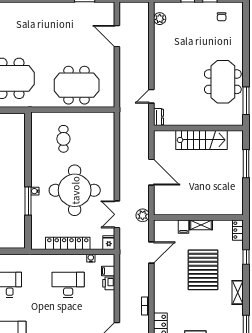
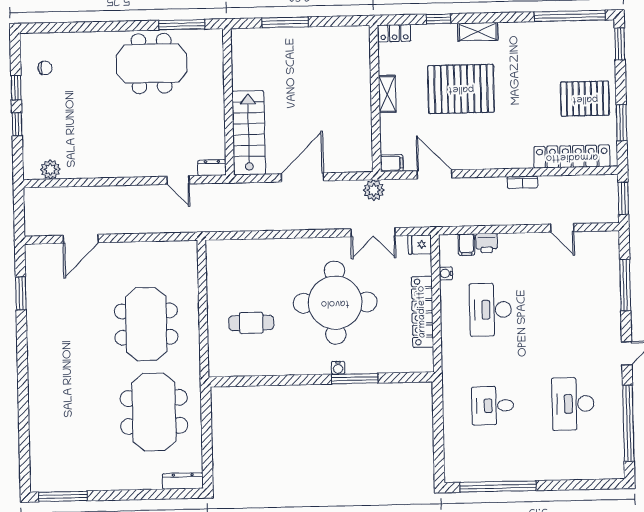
meeting table: (77, 85) -> (146, 324), moved
stairs: (202, 140) -> (249, 133), moved
filing cabinet: (184, 227) -> (392, 163), moved
shelving: (238, 292) -> (478, 32), moved

